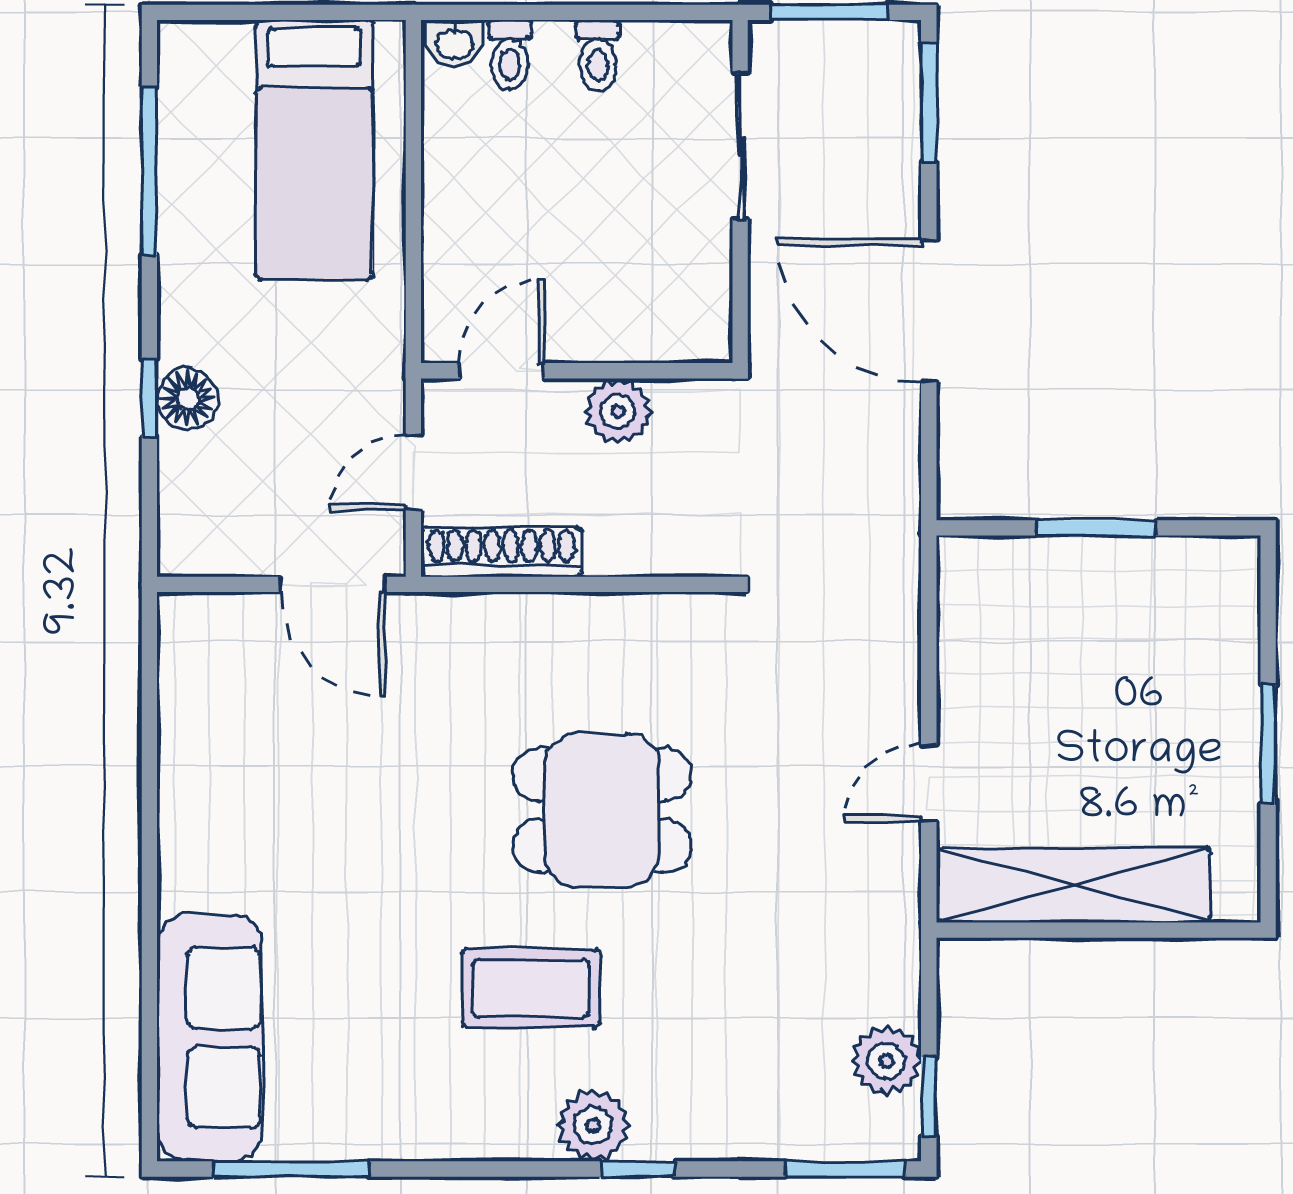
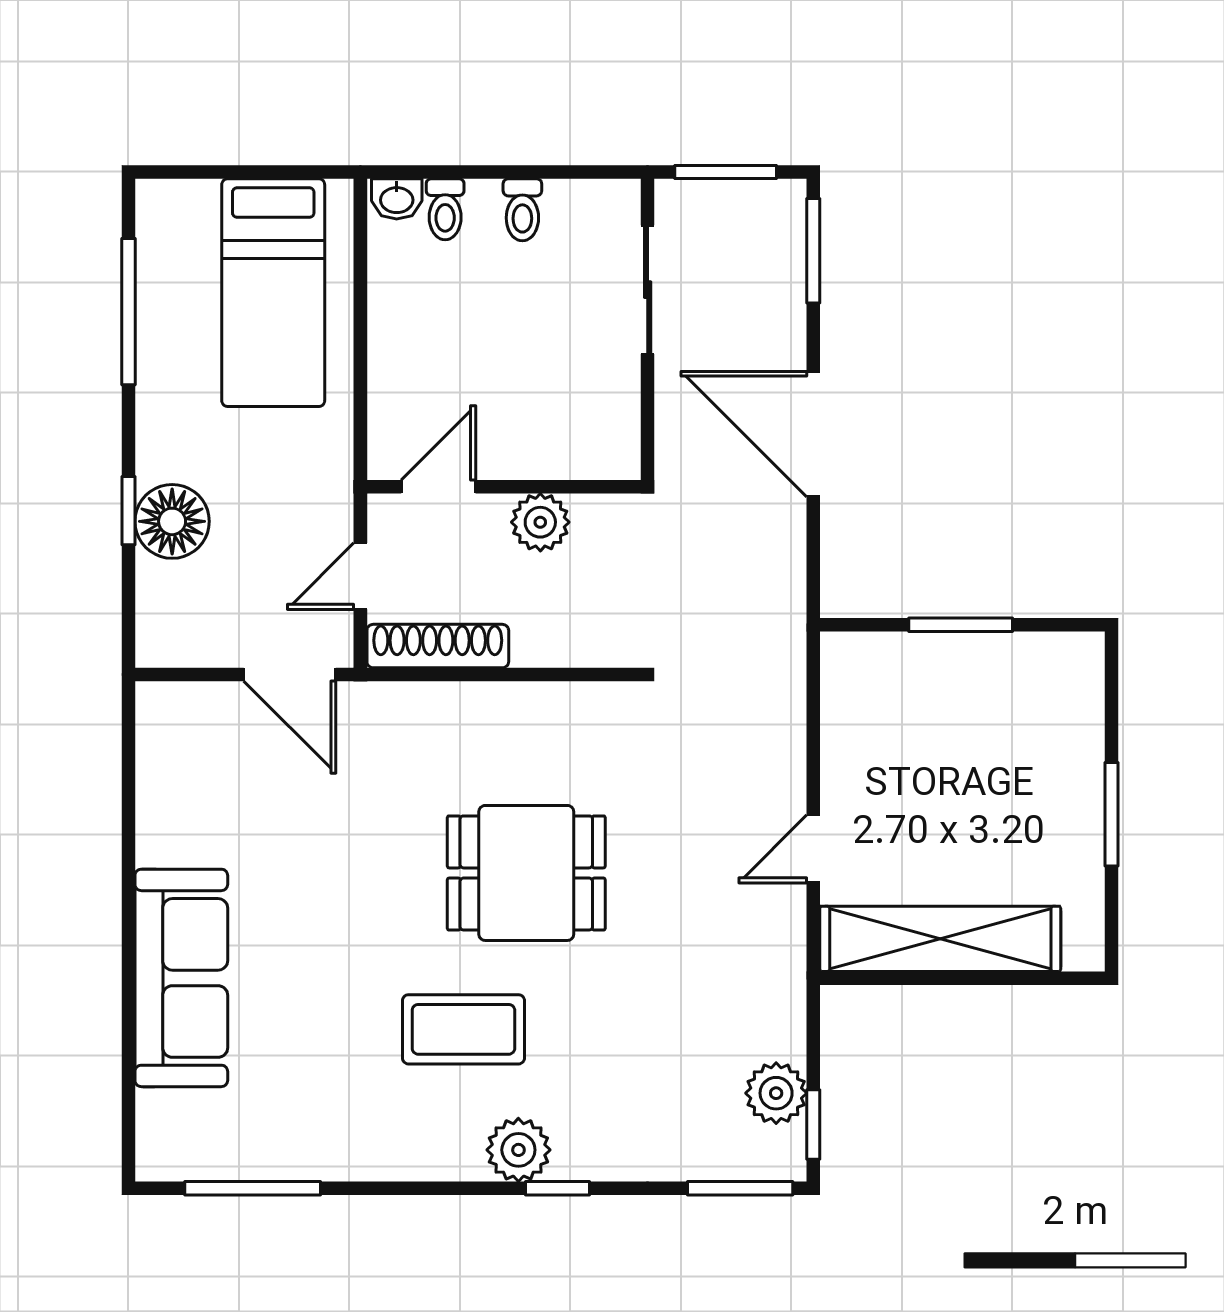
floor lamp: (188, 399) -> (172, 521), width x1.38, depth x1.38
sofa: (210, 1038) -> (181, 978), moved

